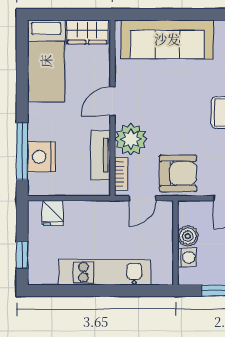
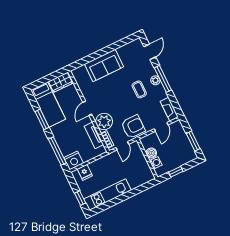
sofa: (167, 39) -> (104, 65), width x0.73
window: (22, 82) -> (42, 119), added
nightstand: (41, 157) -> (74, 161), moved, turned -90
kitchen unit: (105, 272) -> (107, 195), moved

